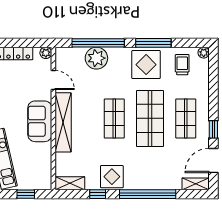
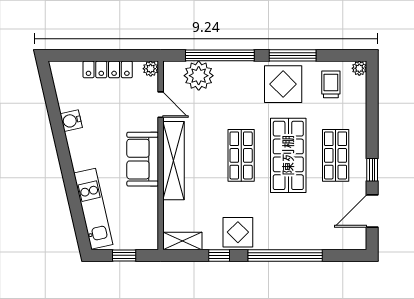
plant: (96, 58) -> (199, 76), moved
shelving: (196, 184) -> (349, 242), removed

